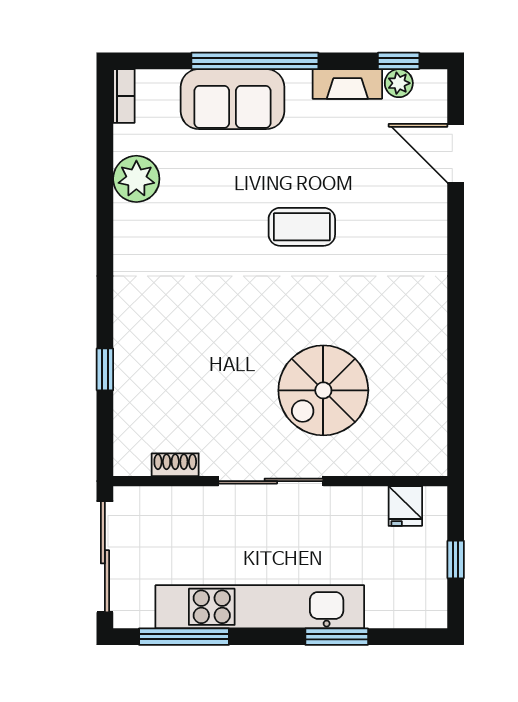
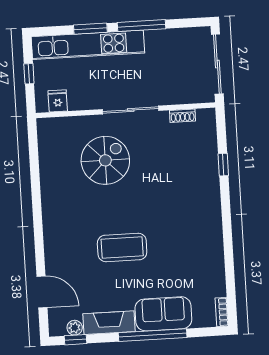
fireplace: (347, 84) -> (109, 323), width x1.37, depth x1.32
plant: (136, 179) -> (212, 268), removed
coffee table: (302, 227) -> (122, 248), width x1.36, depth x1.32
kitchen unit: (260, 607) -> (88, 45), moved
window: (184, 637) -> (141, 26), moved

